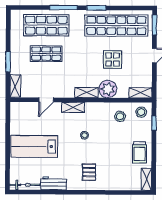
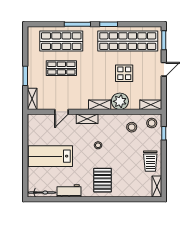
pallet: (89, 172) -> (103, 180), width x1.50, depth x1.42

